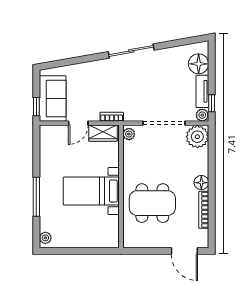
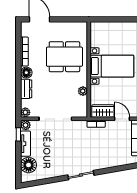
sliding door: (131, 51) -> (81, 175), width x0.73
door: (78, 123) -> (122, 119), hinge flipped
plant: (129, 134) -> (83, 91), moved
plant: (197, 137) -> (25, 112), width x0.53, depth x0.53
dresser: (202, 162) -> (26, 89), added

